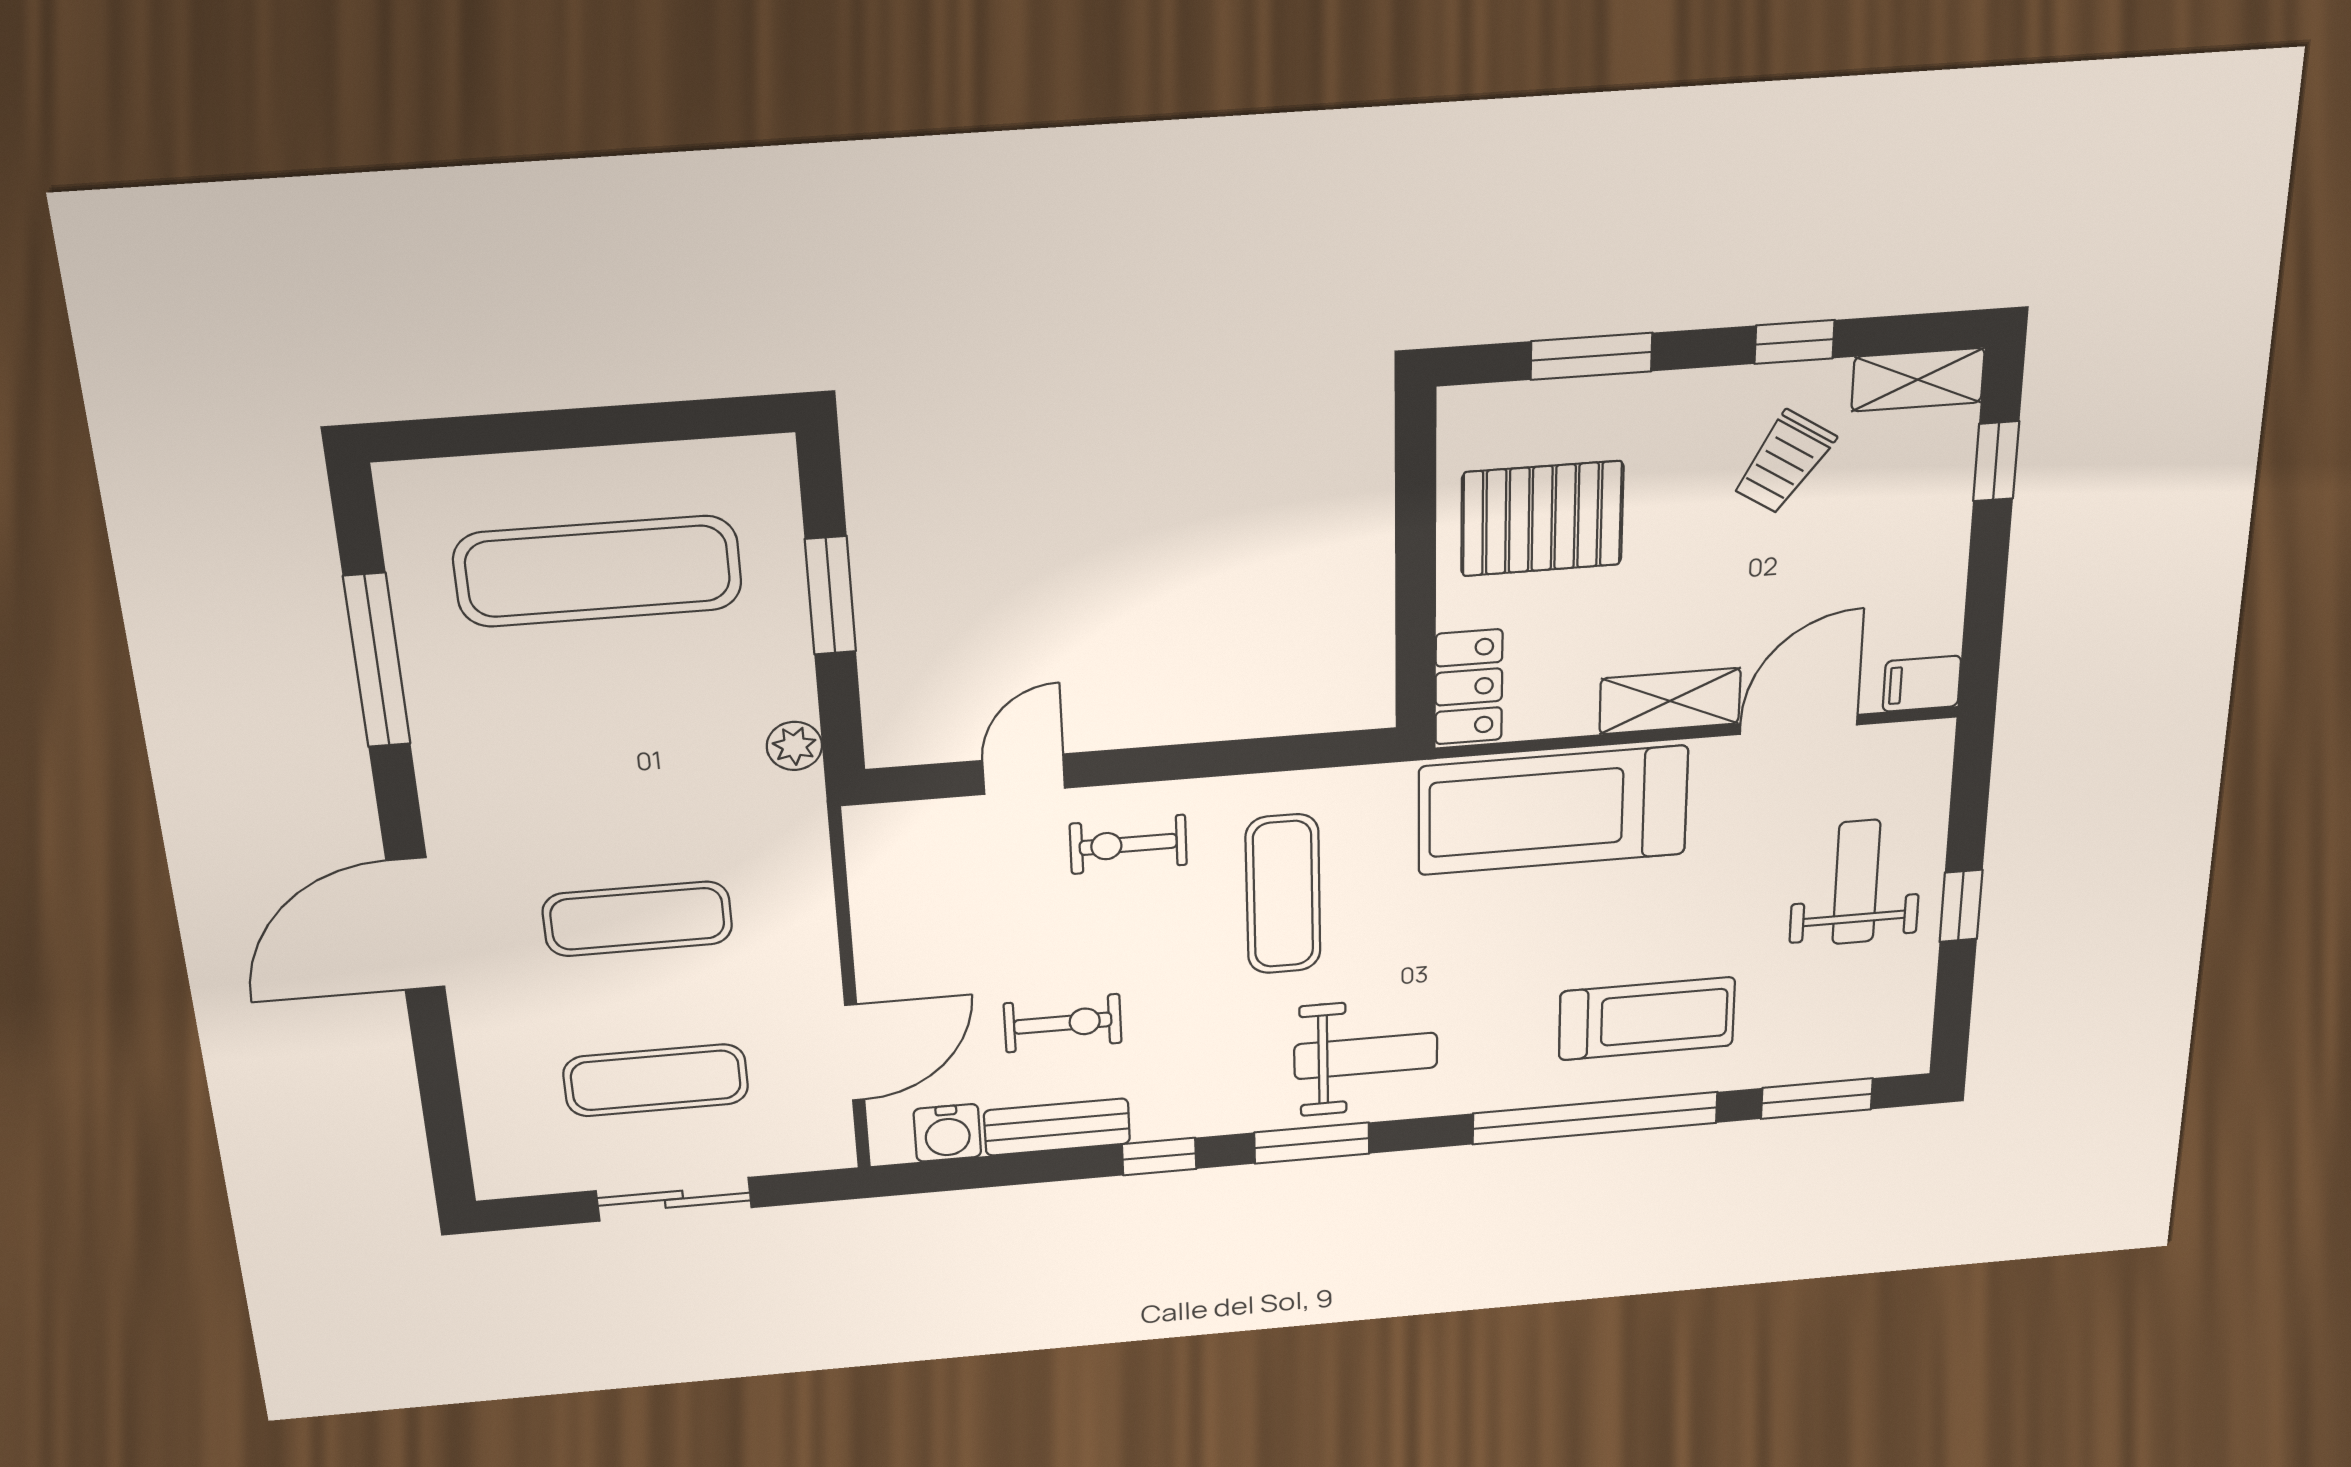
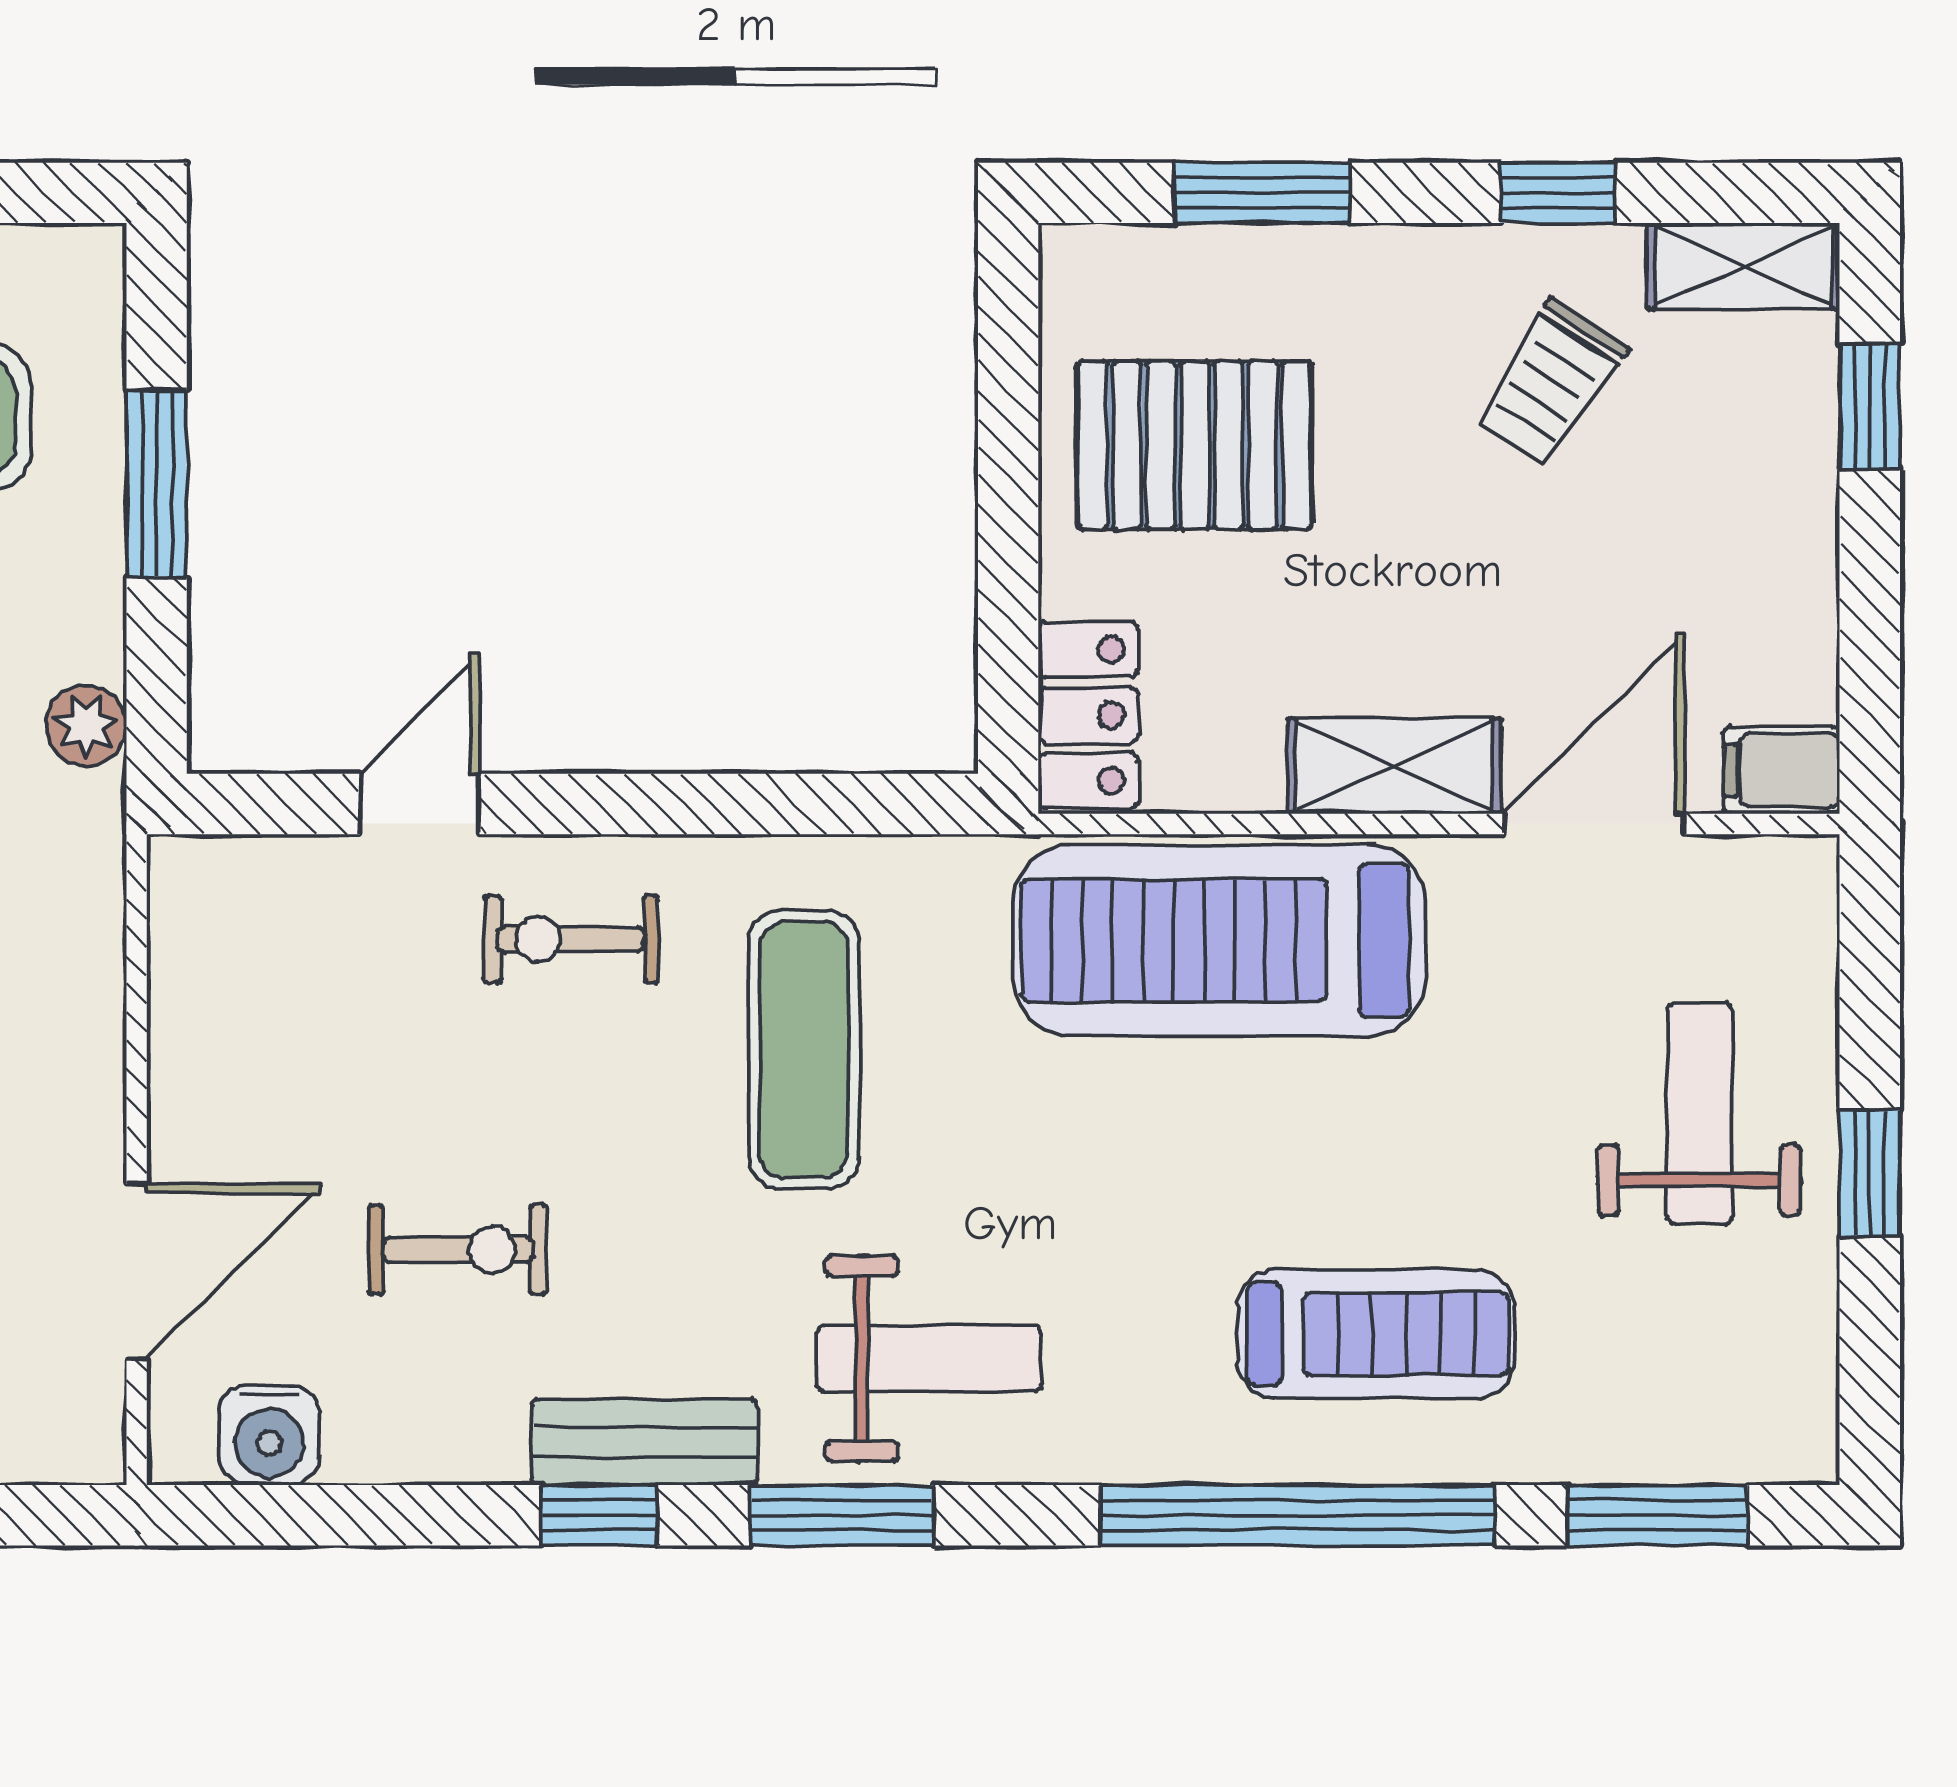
bench: (1057, 1127) -> (645, 1442), moved

